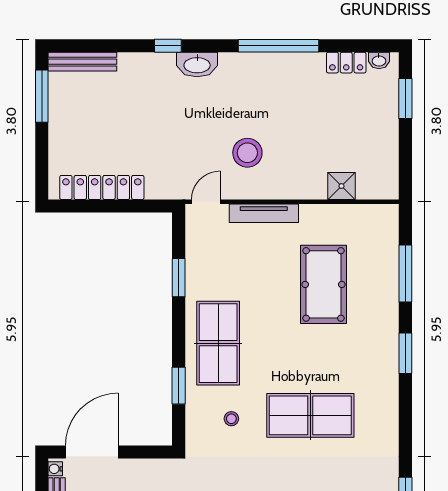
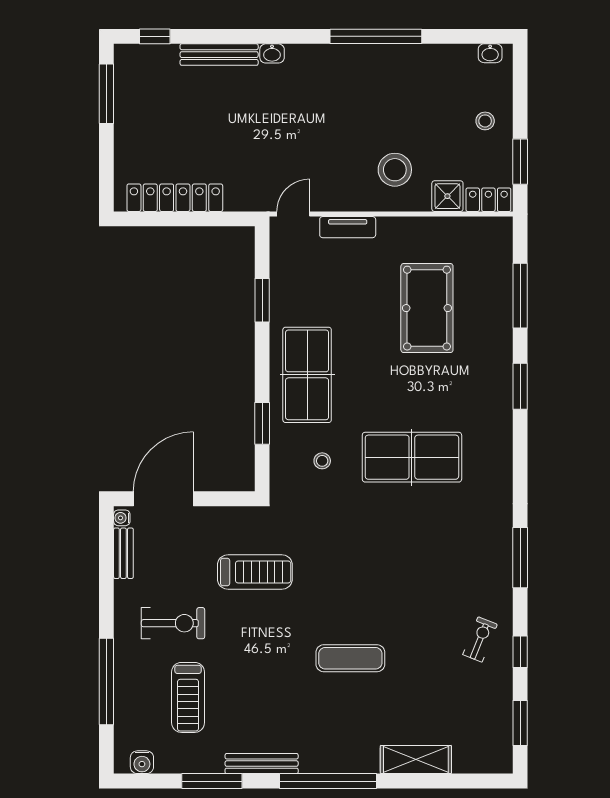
window: (168, 46) -> (155, 36), moved
bench: (82, 62) -> (219, 55), moved
locker: (346, 63) -> (488, 200), moved, turned 180
washbasin: (197, 65) -> (272, 53), width x0.52, depth x0.69
window: (405, 98) -> (520, 162), moved
stool: (375, 120) -> (485, 121), added
stool: (247, 153) -> (395, 170), moved
tv unit: (264, 213) -> (348, 227), width x0.71

